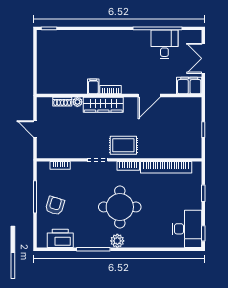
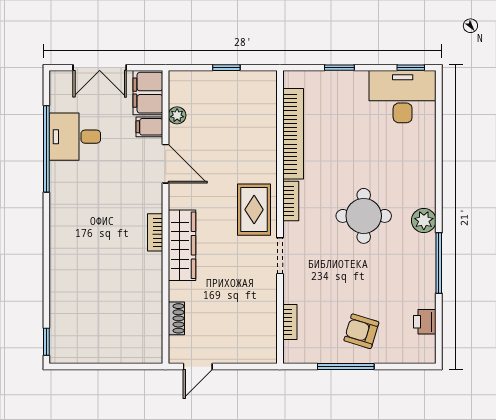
filing cabinet: (93, 86) -> (149, 127), moved
plant: (77, 102) -> (177, 115), moved
door: (35, 129) -> (198, 367), moved
round table: (120, 207) -> (364, 216), width x0.73, depth x0.73
printer: (60, 238) -> (425, 322), width x0.53, depth x0.68

